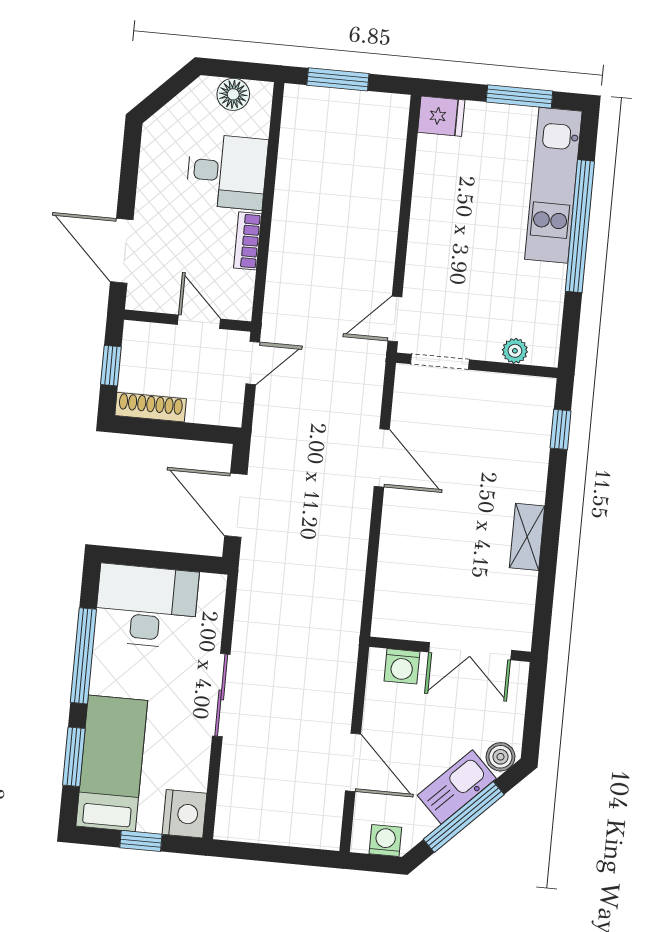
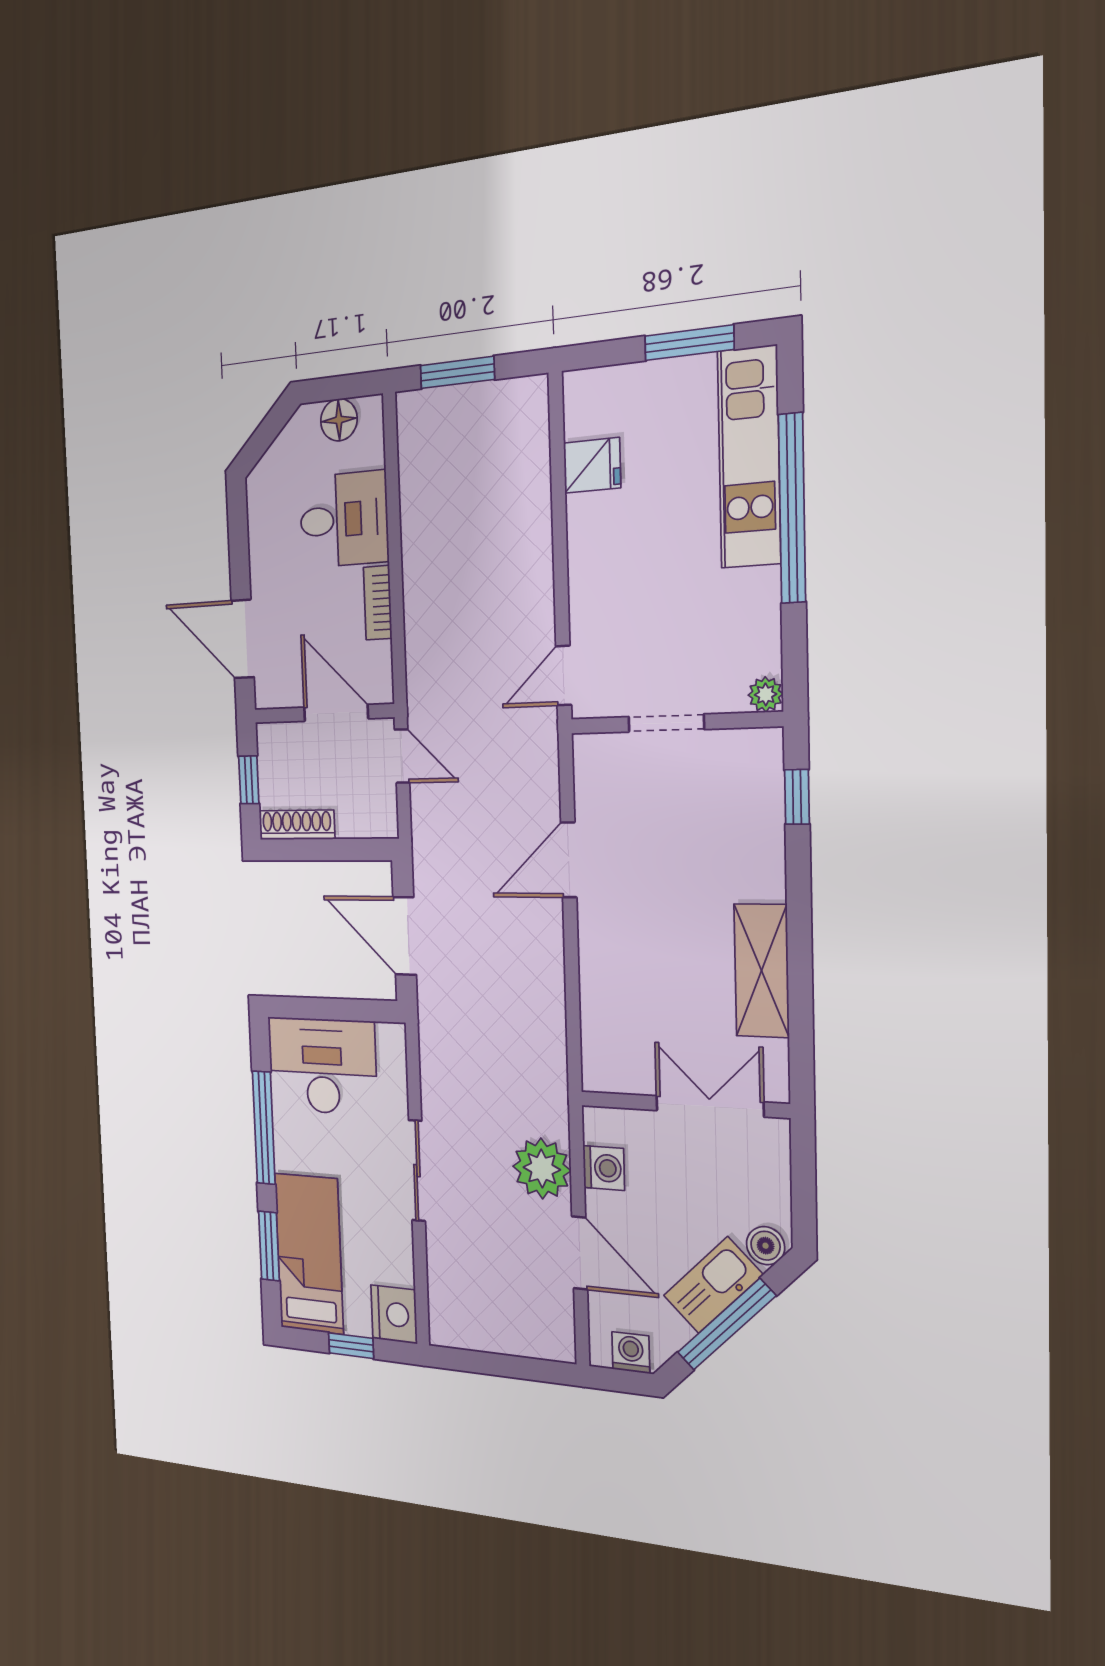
fridge: (441, 116) -> (592, 465), moved
door: (199, 322) -> (336, 713), width x1.38
plant: (515, 351) -> (766, 694), moved
doorway: (440, 362) -> (666, 723), moved
door: (253, 363) -> (402, 756), hinge flipped
door: (382, 458) -> (569, 860), swing flipped
shelving: (527, 537) -> (762, 971), width x1.50, depth x1.33
double door: (470, 651) -> (710, 1106), swing flipped
washing machine: (402, 666) -> (604, 1168), moved, turned -90
plant: (330, 695) -> (542, 1168), added

